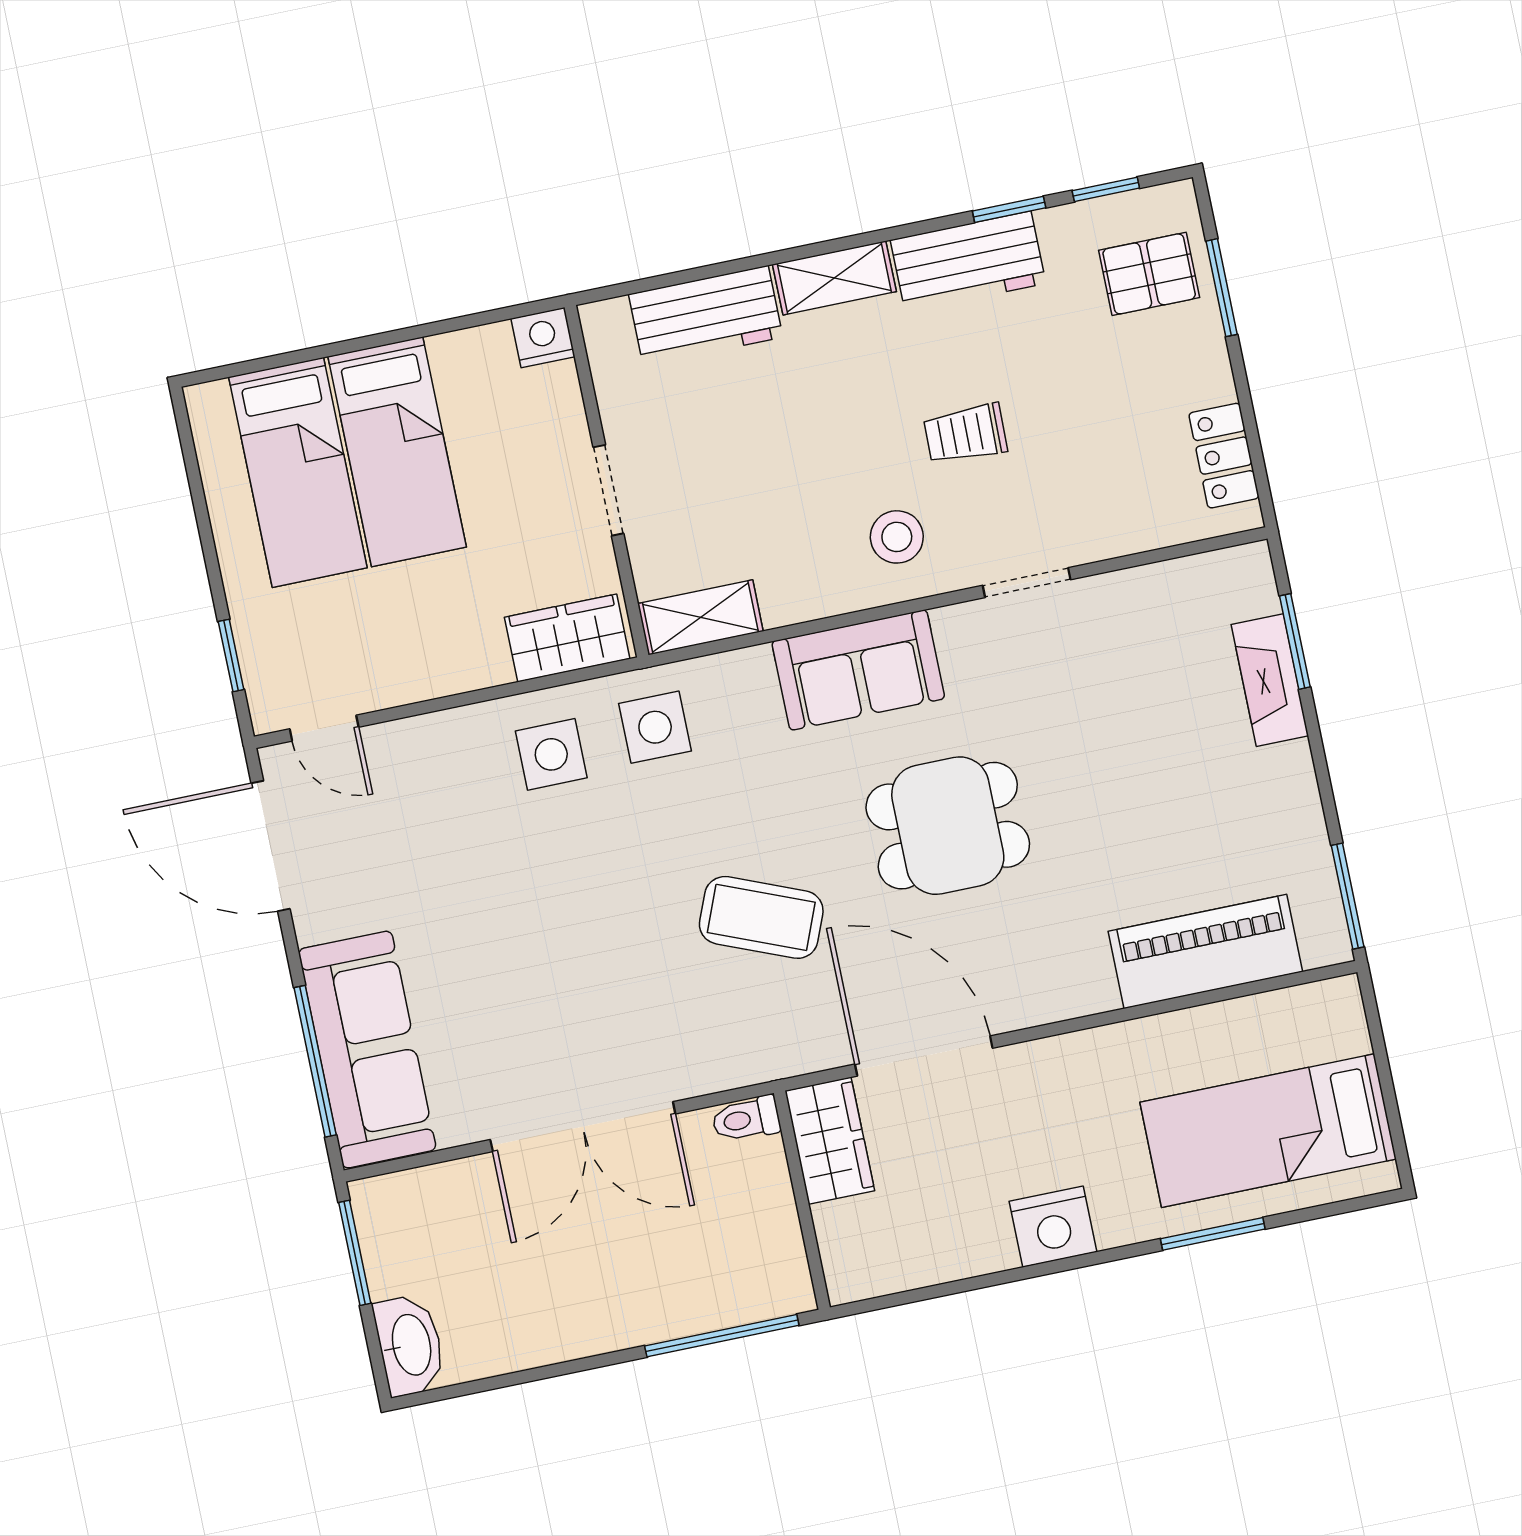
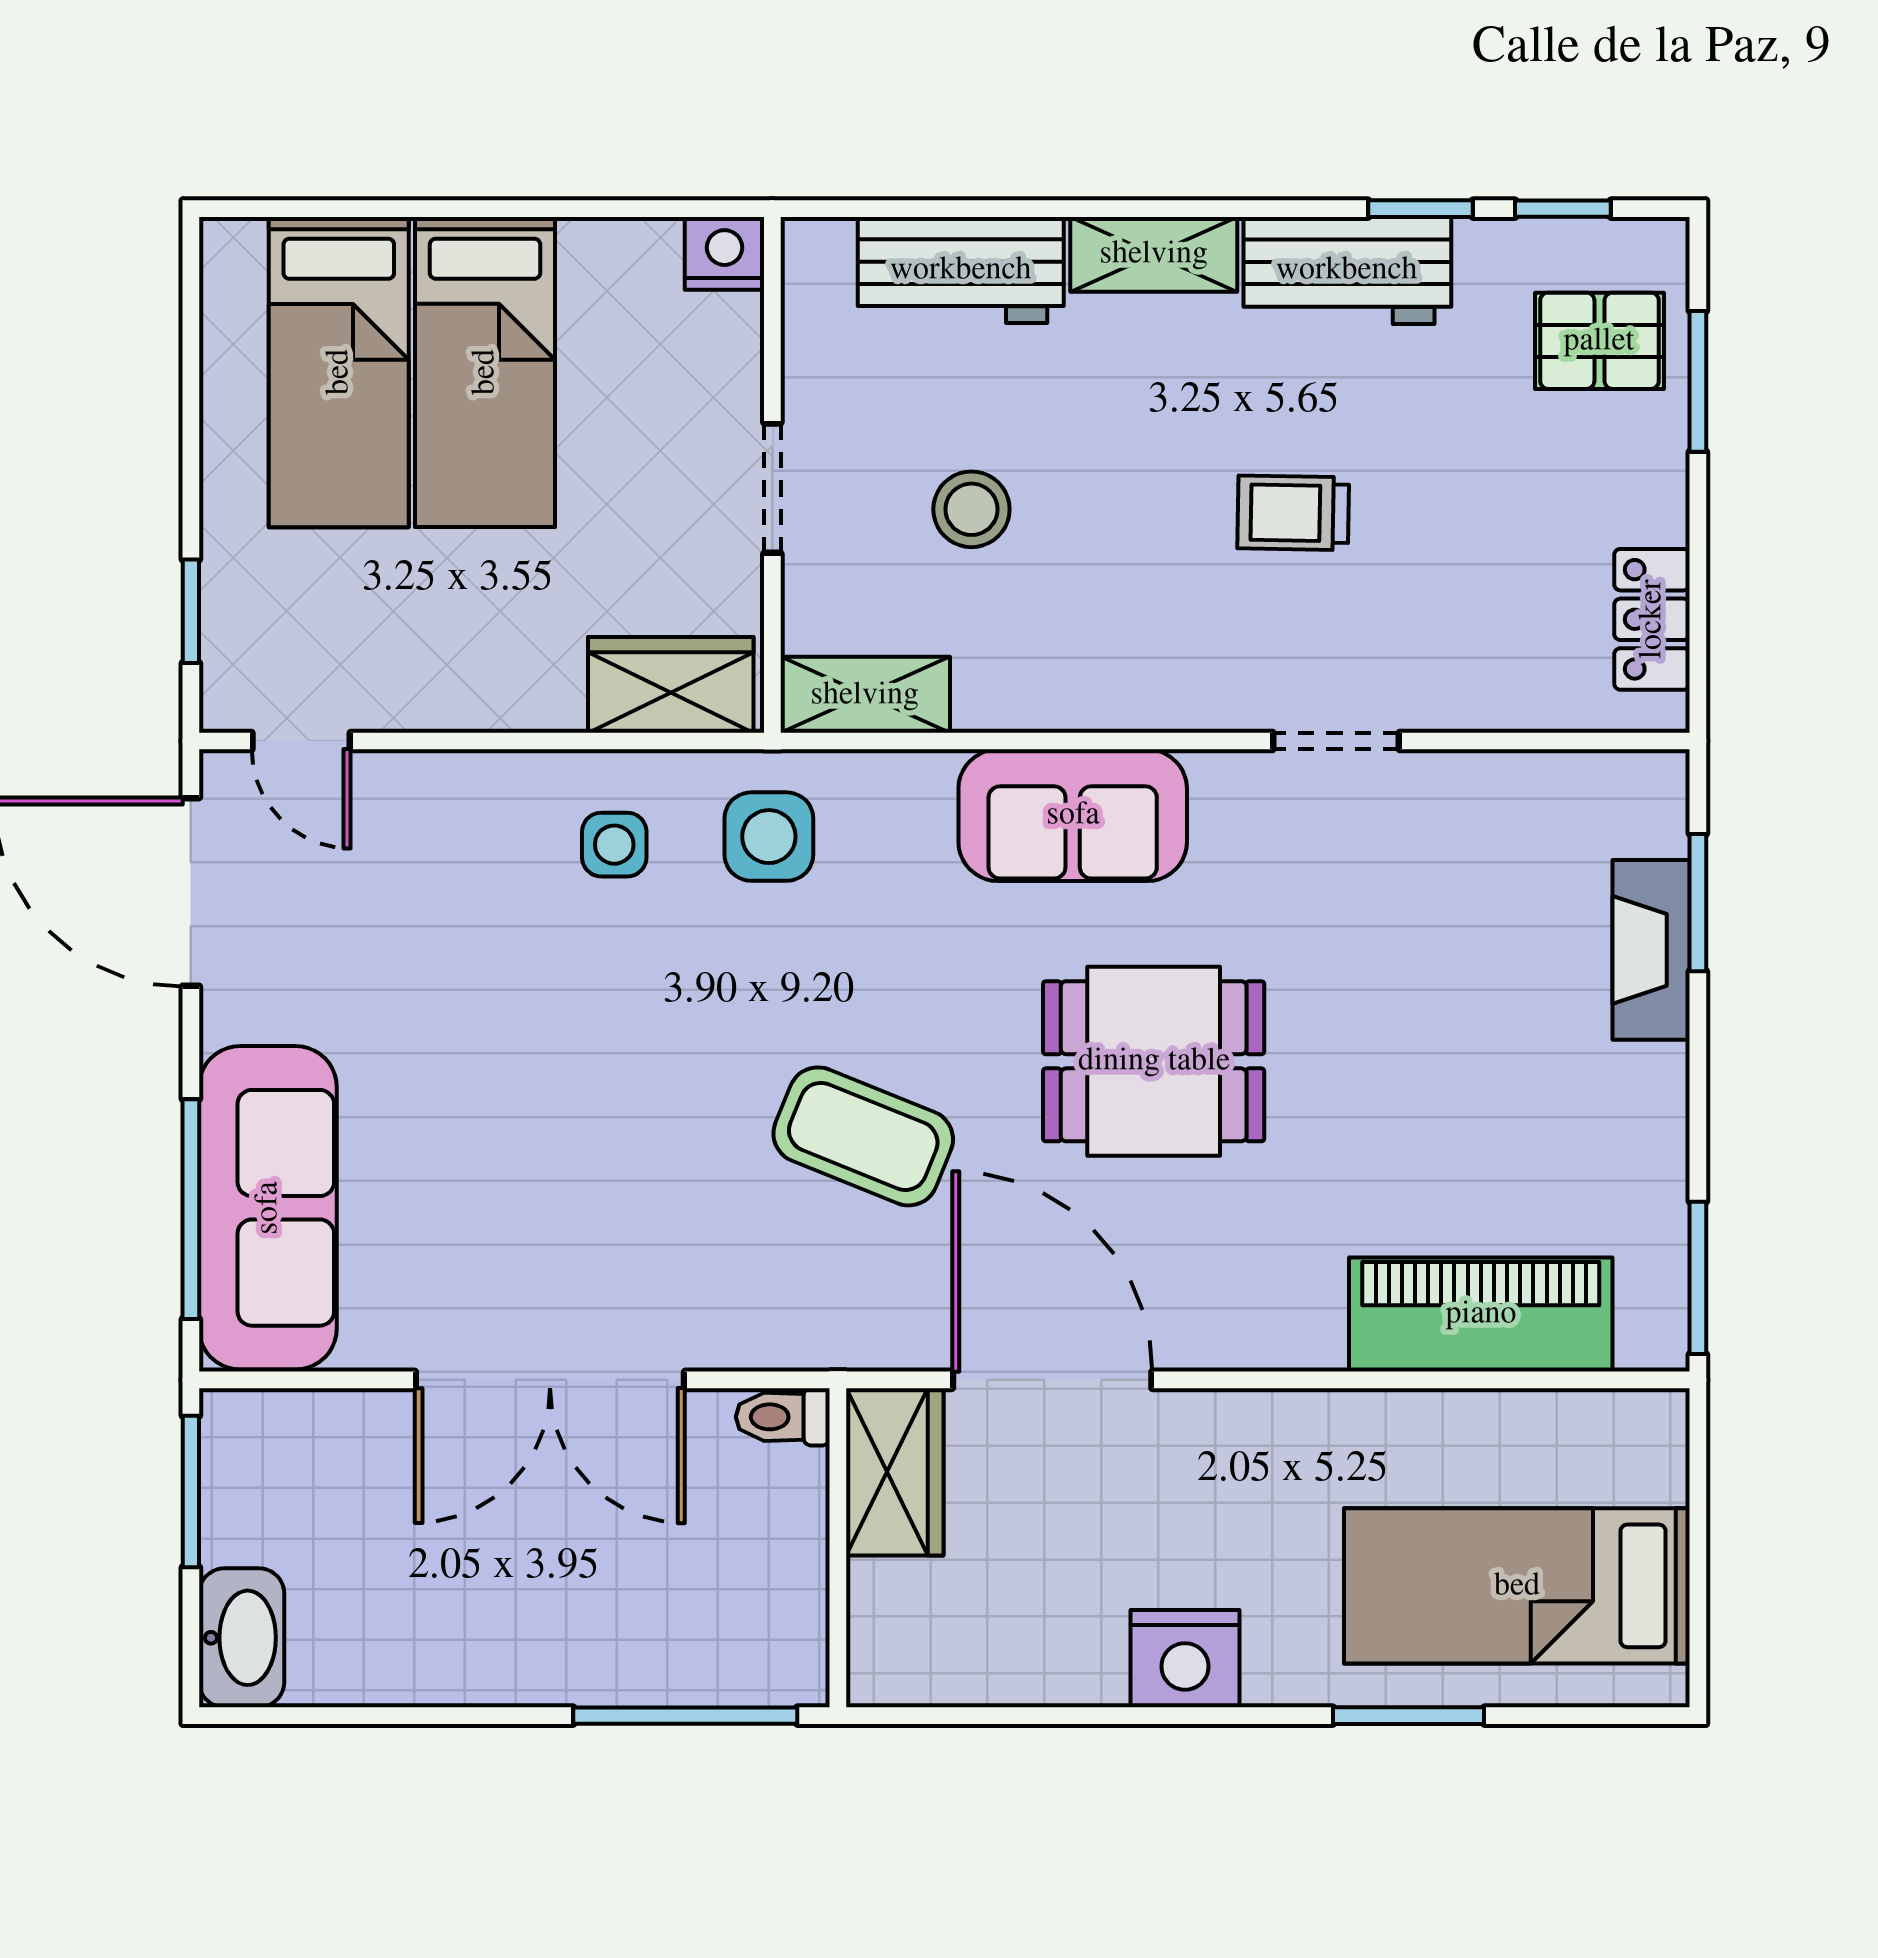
stool: (897, 537) -> (971, 509), moved
side table: (551, 754) -> (614, 845), width x0.73, depth x0.73

